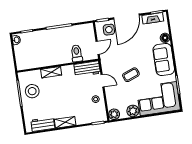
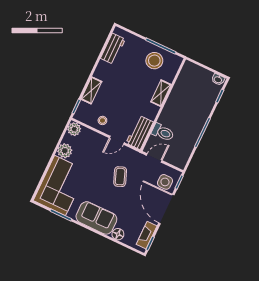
door: (98, 48) -> (154, 158), swing flipped
coffee table: (131, 75) -> (120, 177), moved
shelving: (65, 122) -> (91, 90), moved

